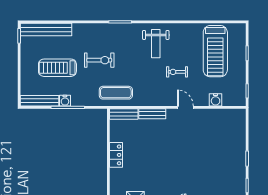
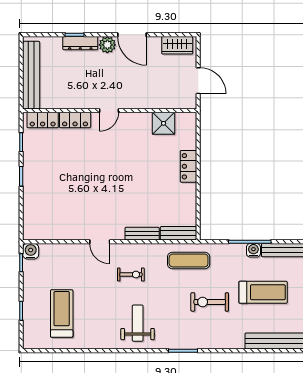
treadmill: (215, 51) -> (62, 313), width x0.73, depth x0.73
exercise bike: (177, 72) -> (131, 275), moved
water cooler: (216, 100) -> (31, 251), moved
locker: (116, 155) -> (188, 166), moved

